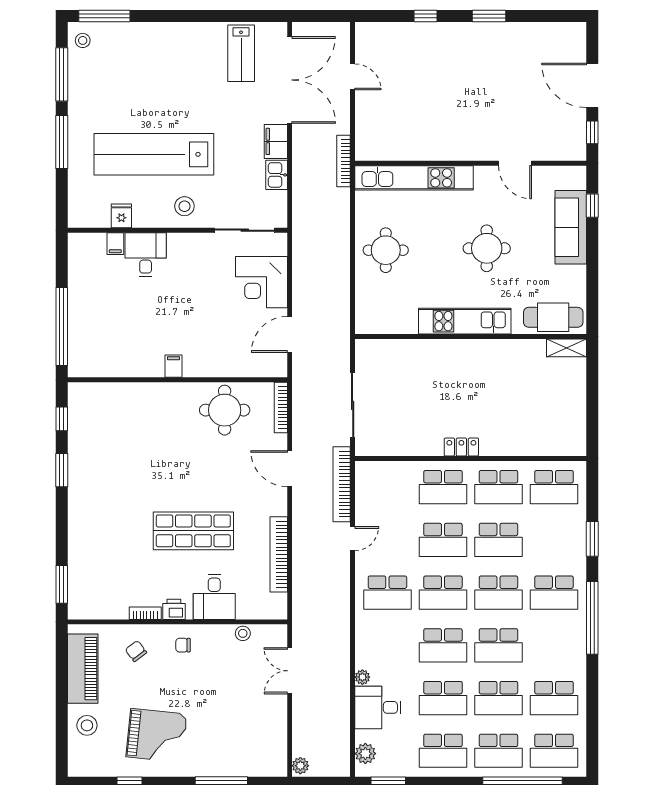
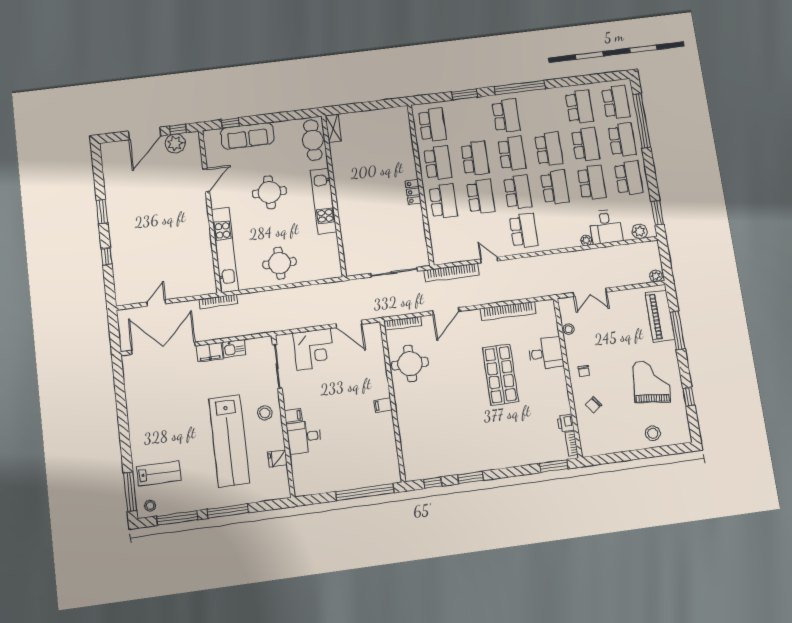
lab bench: (241, 53) -> (159, 473), moved
plant: (573, 126) -> (175, 143), added
filing cabinet: (115, 244) -> (293, 416), moved
printer: (174, 609) -> (566, 423), moved
bookcase: (145, 613) -> (572, 444), moved
piano: (83, 669) -> (660, 316), moved, turned -90

